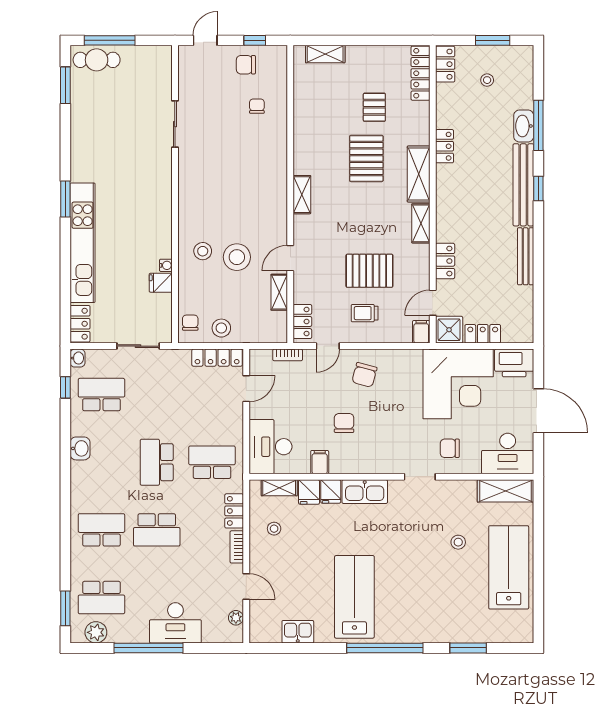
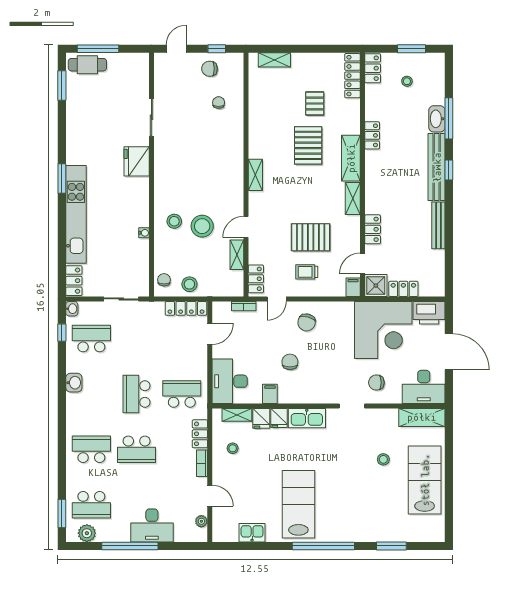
fridge: (161, 283) -> (137, 161), moved, width x1.88, depth x1.34

